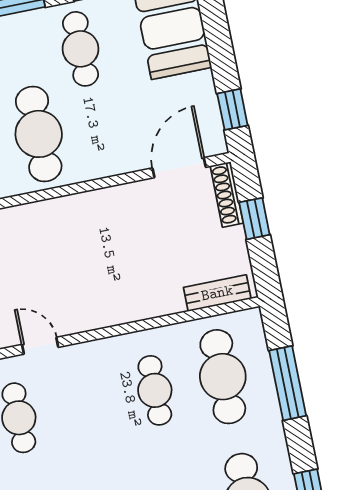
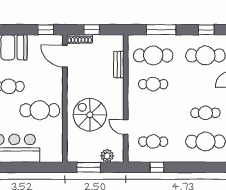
spiral stairs: (52, 255) -> (90, 115), added
bench: (217, 293) -> (119, 64), moved
door: (40, 346) -> (126, 127), hinge flipped

